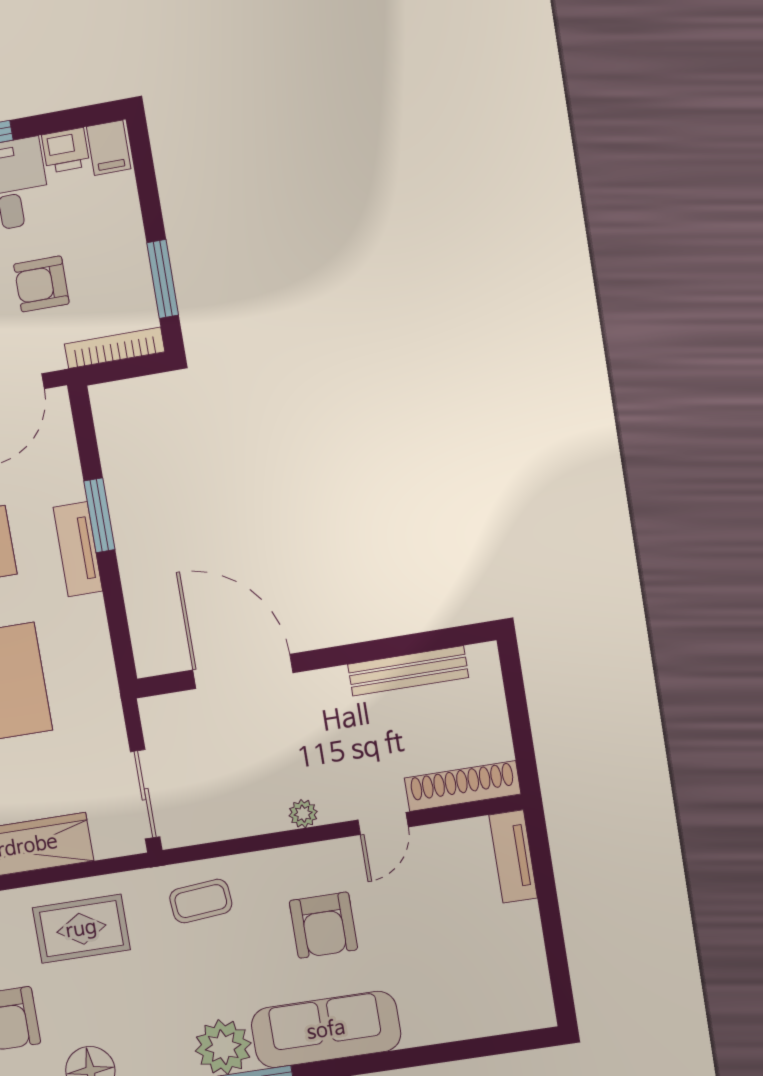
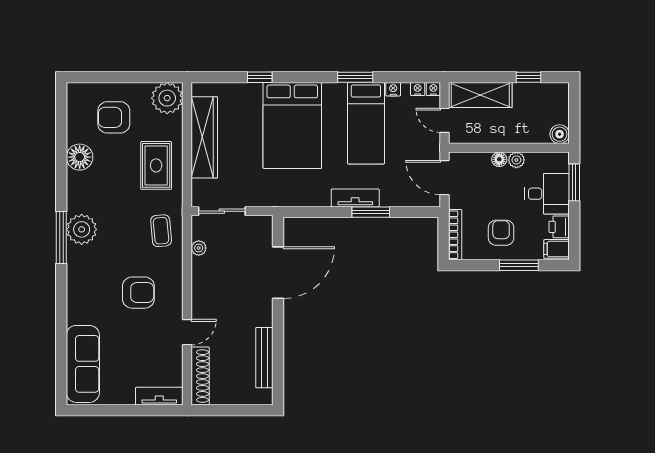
window: (163, 279) -> (519, 265), moved
armchair: (41, 284) -> (501, 233), moved
plant: (303, 814) -> (199, 248), moved
door: (383, 824) -> (187, 332), swing flipped
armchair: (323, 925) -> (138, 293), turned 180
sofa: (326, 1030) -> (83, 364), moved

